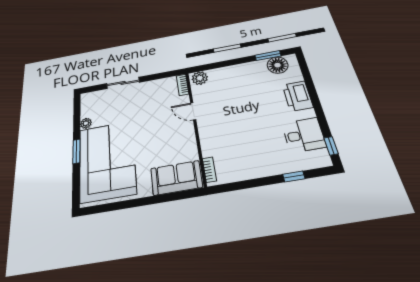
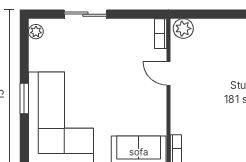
plant: (86, 123) -> (36, 32), moved

